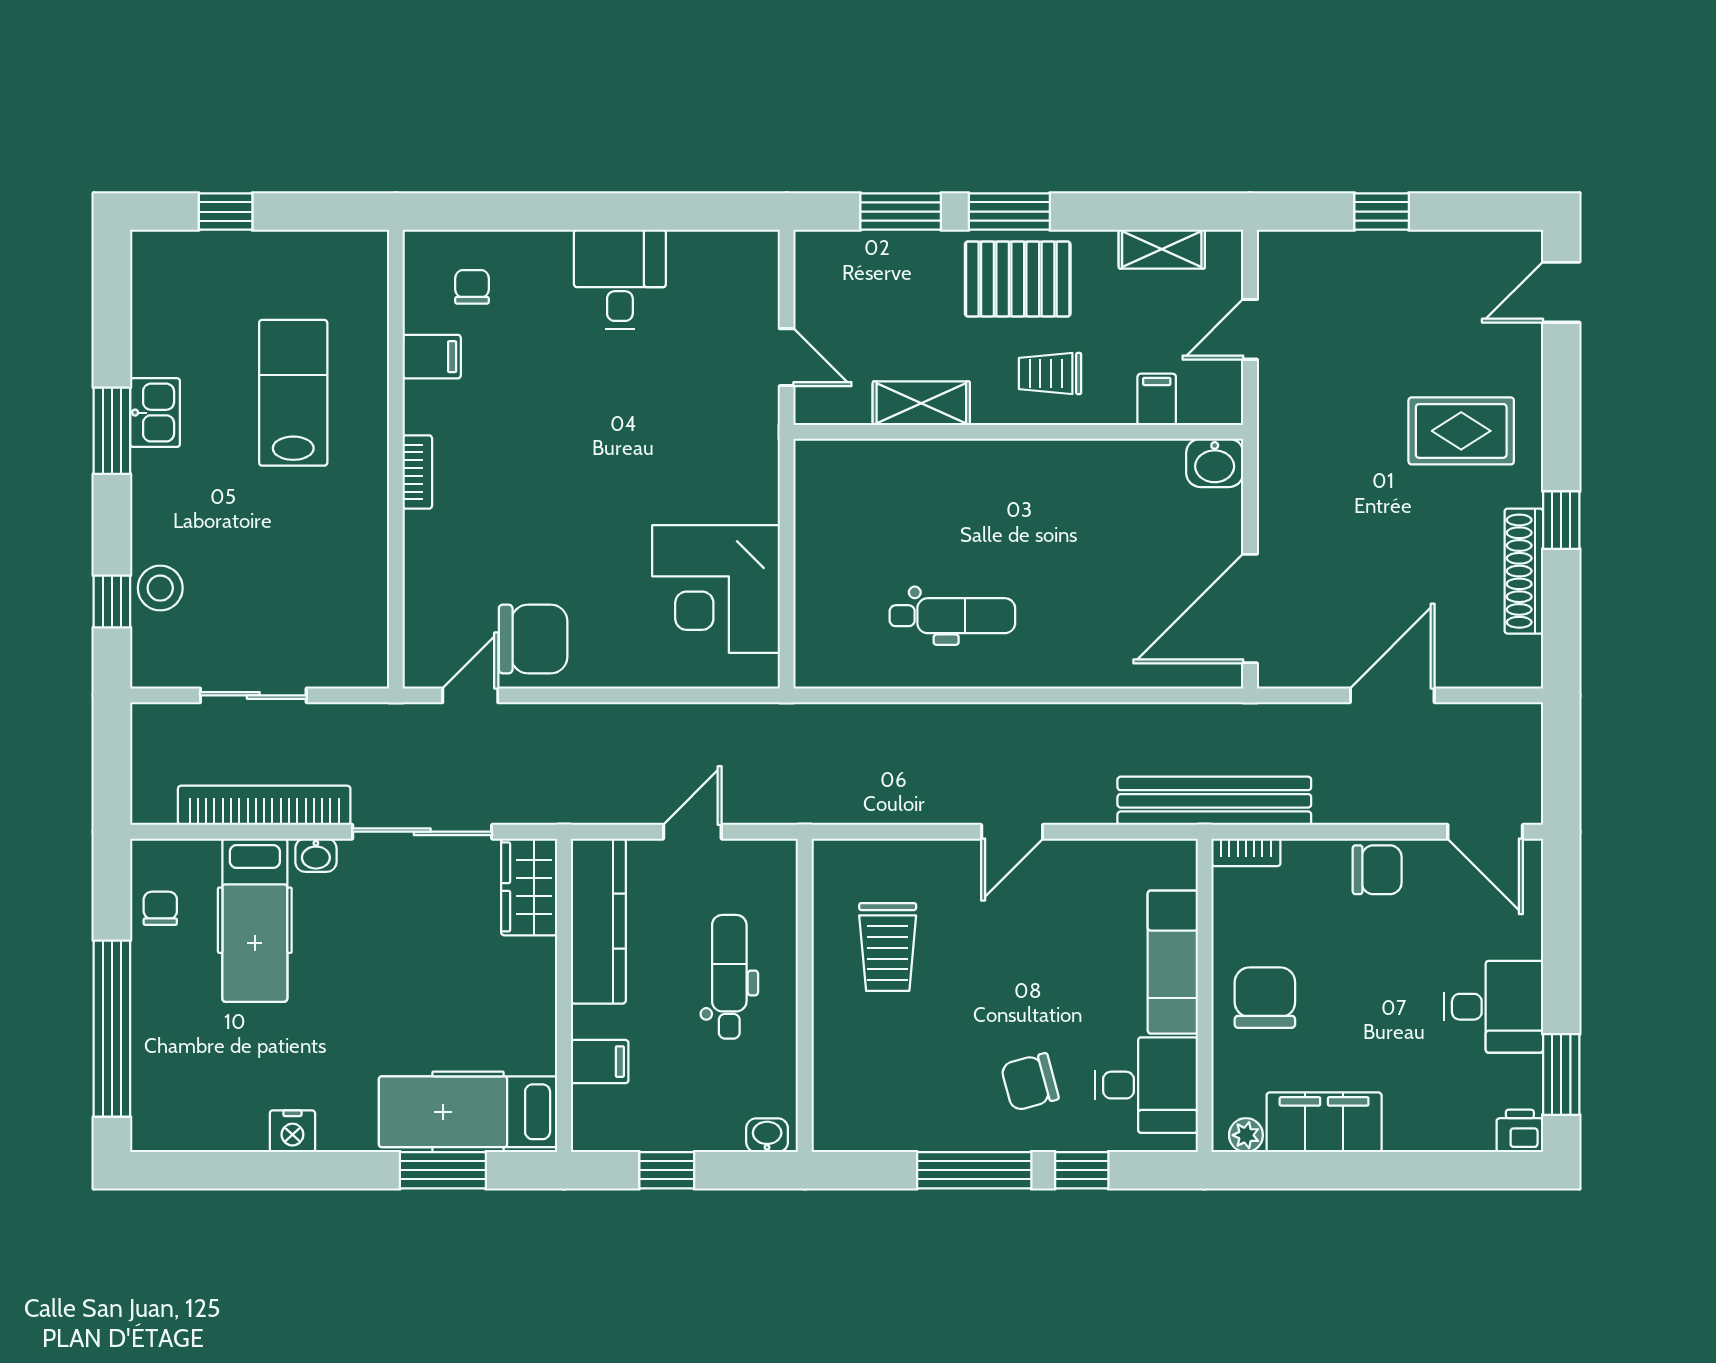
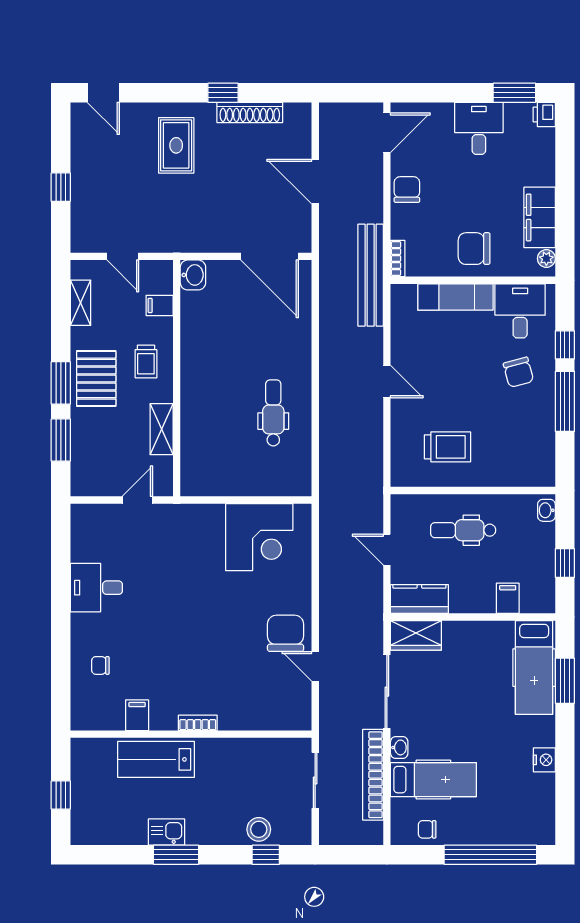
filing cabinet: (432, 357) -> (137, 715), moved
wall: (396, 459) -> (191, 734), moved
bookcase: (417, 472) -> (198, 723), moved
kitchen counter: (598, 921) -> (419, 599), width x0.67

